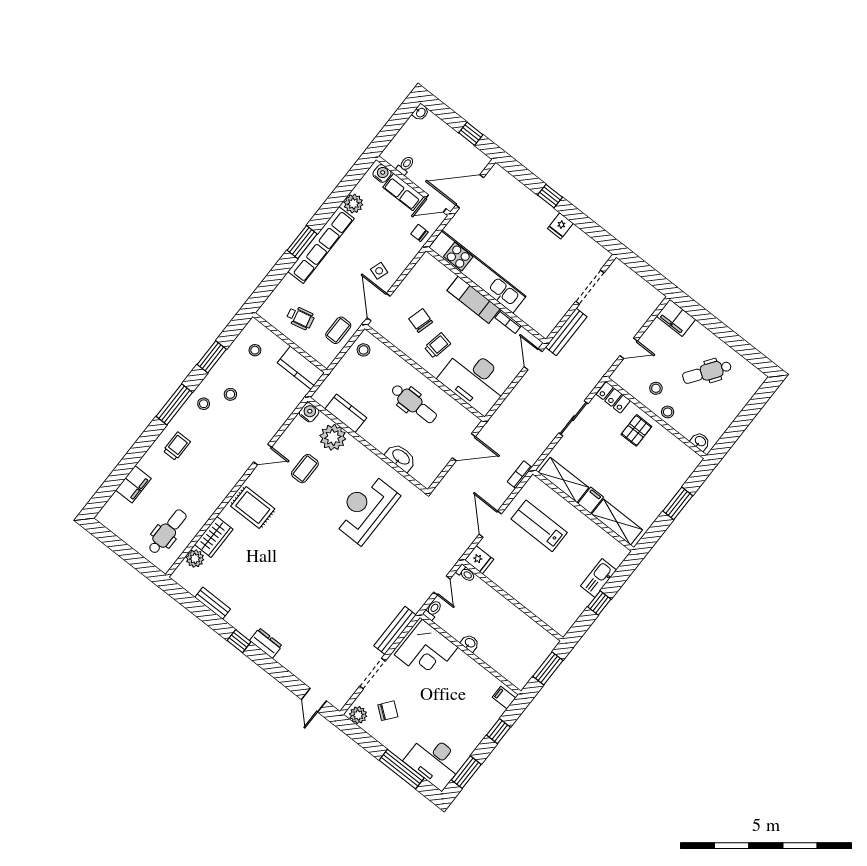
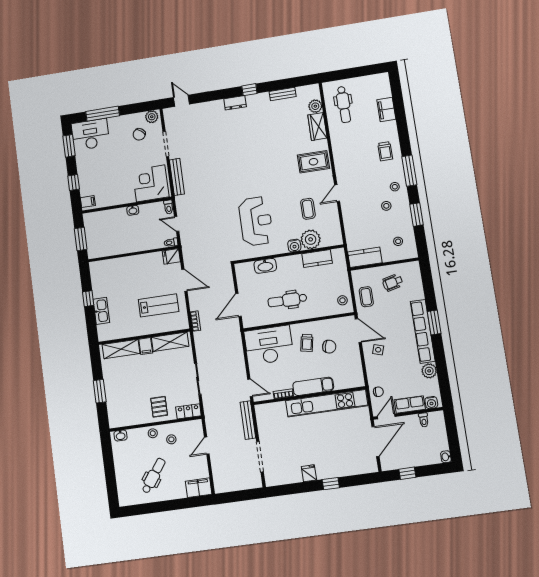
water cooler: (309, 412) -> (294, 246), moved

